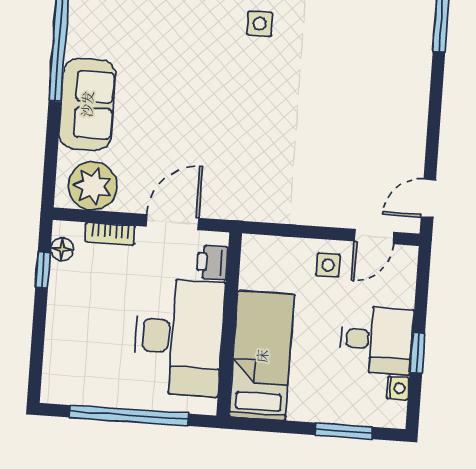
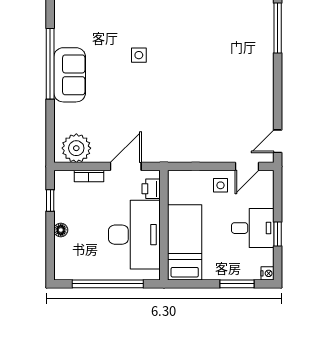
side table: (260, 24) -> (139, 55), moved
sofa: (87, 104) -> (70, 75), moved
floor lamp: (62, 249) -> (61, 230), moved
nightstand: (398, 388) -> (268, 273), moved

